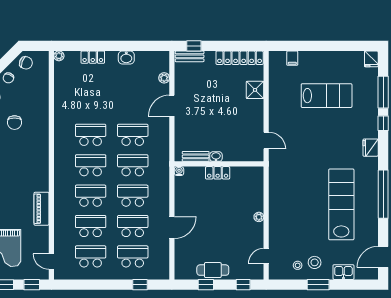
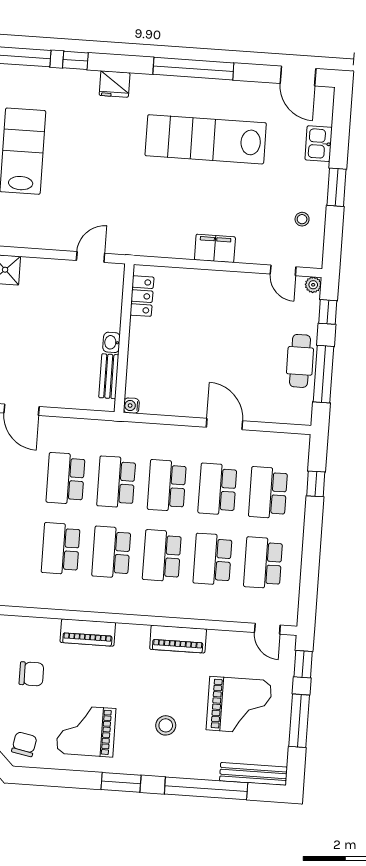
piano: (42, 155) -> (88, 632), added
locker: (218, 173) -> (142, 296), moved
filing cabinet: (277, 214) -> (215, 248), added
plant: (259, 217) -> (313, 285), moved
door: (51, 262) -> (267, 629), hinge flipped
stool: (315, 262) -> (299, 191), removed
window: (206, 285) -> (323, 374), width x2.17

